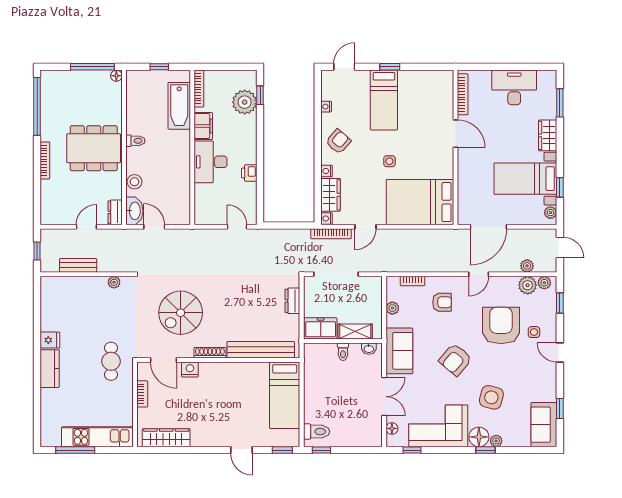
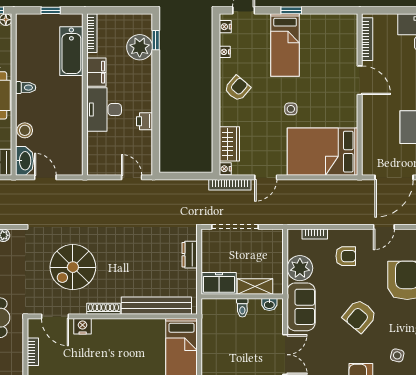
nightstand: (327, 171) -> (225, 27), moved
plant: (392, 308) -> (300, 268), width x1.87, depth x1.87
side table: (491, 397) -> (397, 355), width x0.54, depth x0.54

